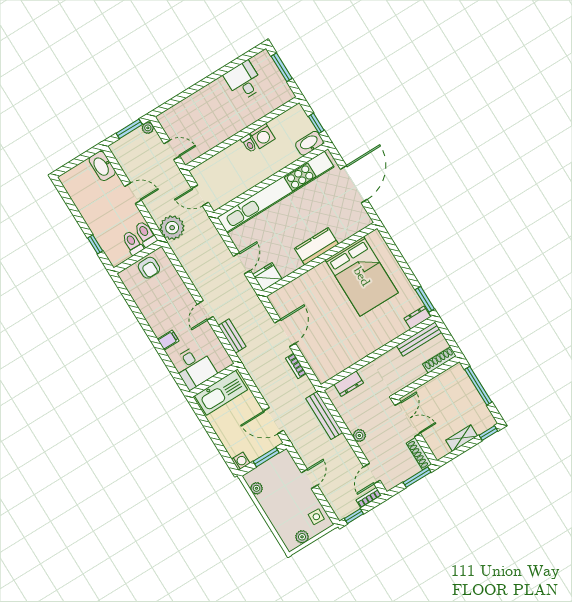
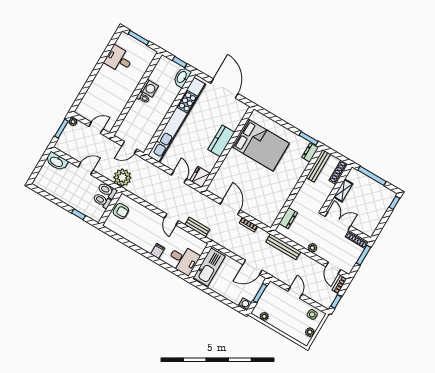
shelving: (462, 438) -> (343, 190), moved

